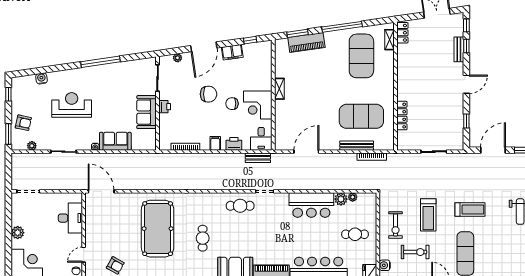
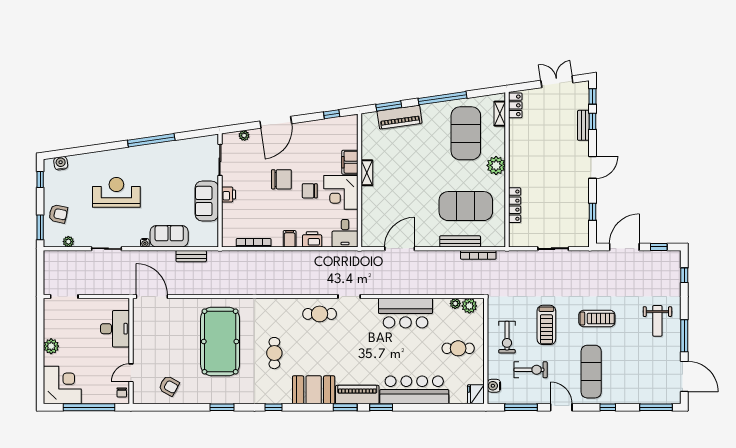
filing cabinet: (232, 52) -> (350, 162), moved, turned 98
water cooler: (42, 78) -> (61, 163), moved
plant: (386, 83) -> (496, 165), added
bench: (258, 158) -> (191, 256), moved
plant: (341, 199) -> (469, 306), moved

